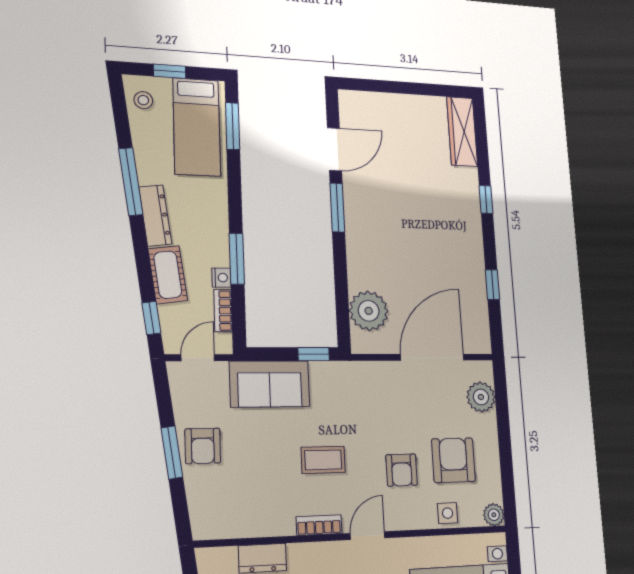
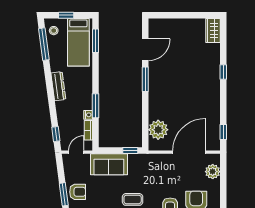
wardrobe: (462, 131) -> (213, 31), width x0.67
window: (131, 182) -> (44, 44), moved
cot: (168, 275) -> (64, 114), removed
window: (492, 285) -> (223, 132), moved
armchair: (203, 446) -> (78, 192), turned -90

